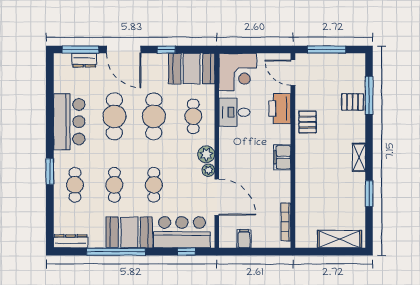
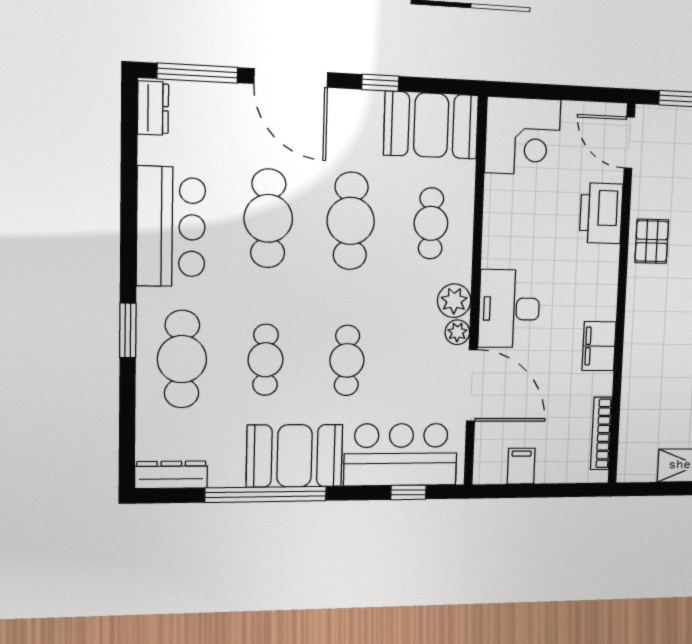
dresser: (84, 60) -> (153, 108), moved, turned -90
desk: (234, 112) -> (509, 309), moved, width x1.37
filing cabinet: (282, 157) -> (599, 346), moved
cafe table: (75, 185) -> (182, 359), width x1.37, depth x1.35

